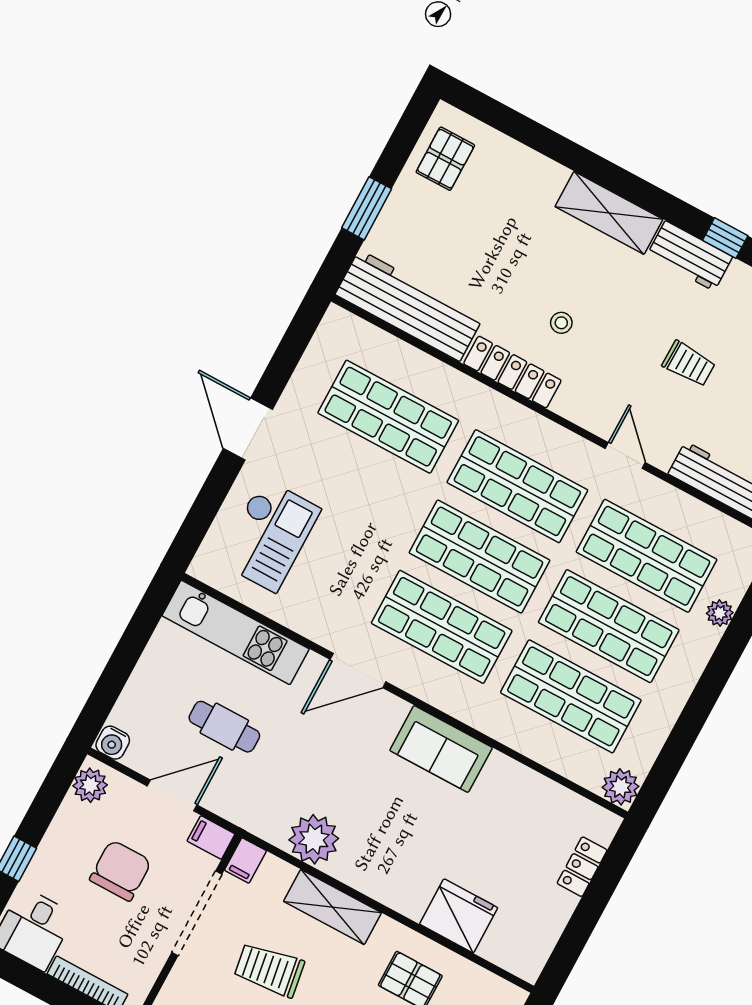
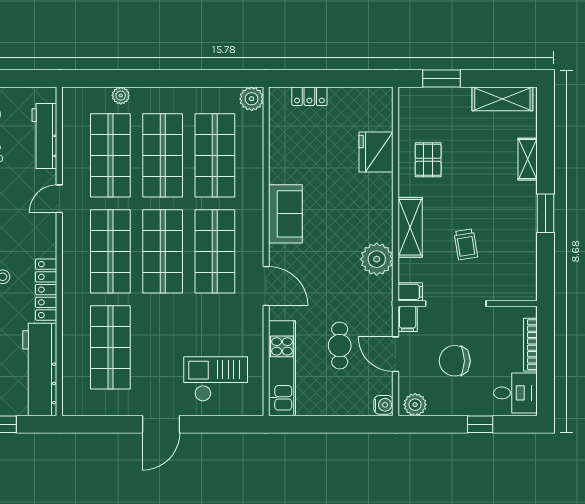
trolley: (269, 970) -> (466, 244), width x0.73, depth x0.72

